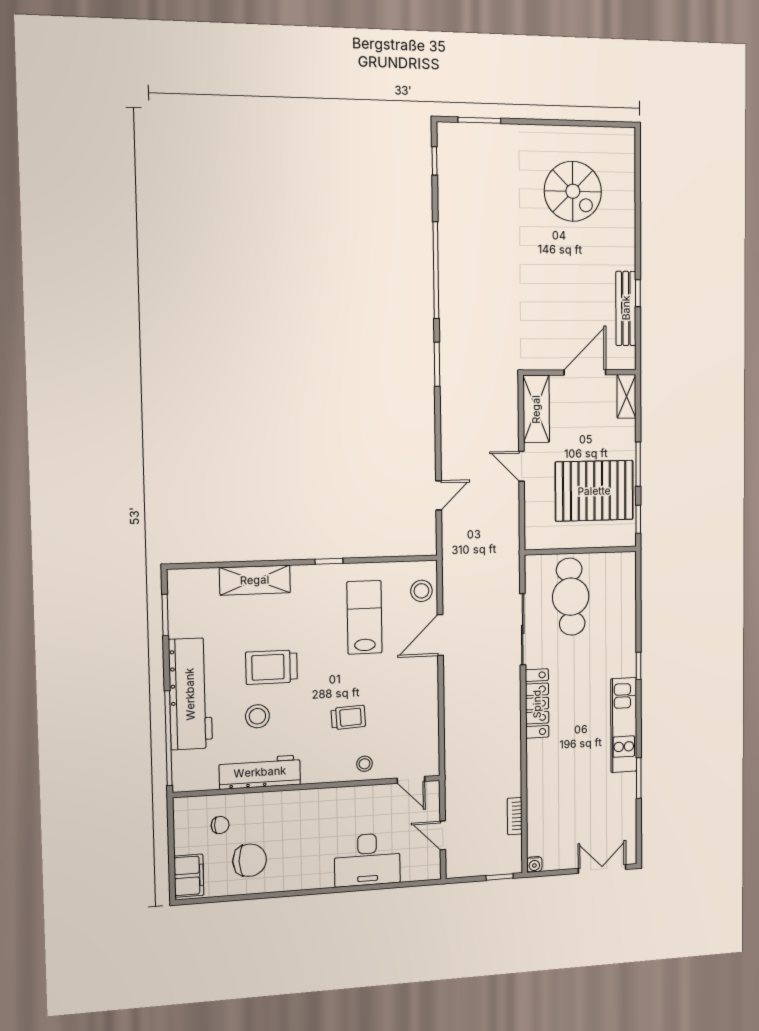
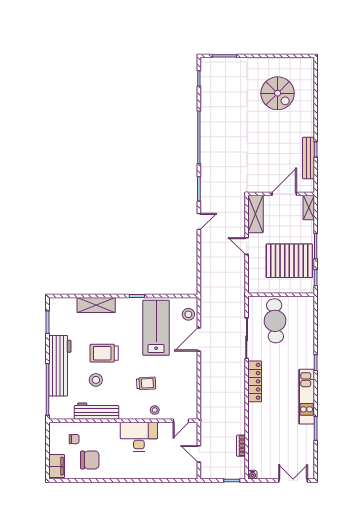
door: (439, 495) -> (199, 221), moved
lab bench: (364, 617) -> (156, 328), width x1.36, depth x1.39
door: (411, 780) -> (181, 421), hinge flipped
desk: (367, 860) -> (139, 437), moved, turned 180

